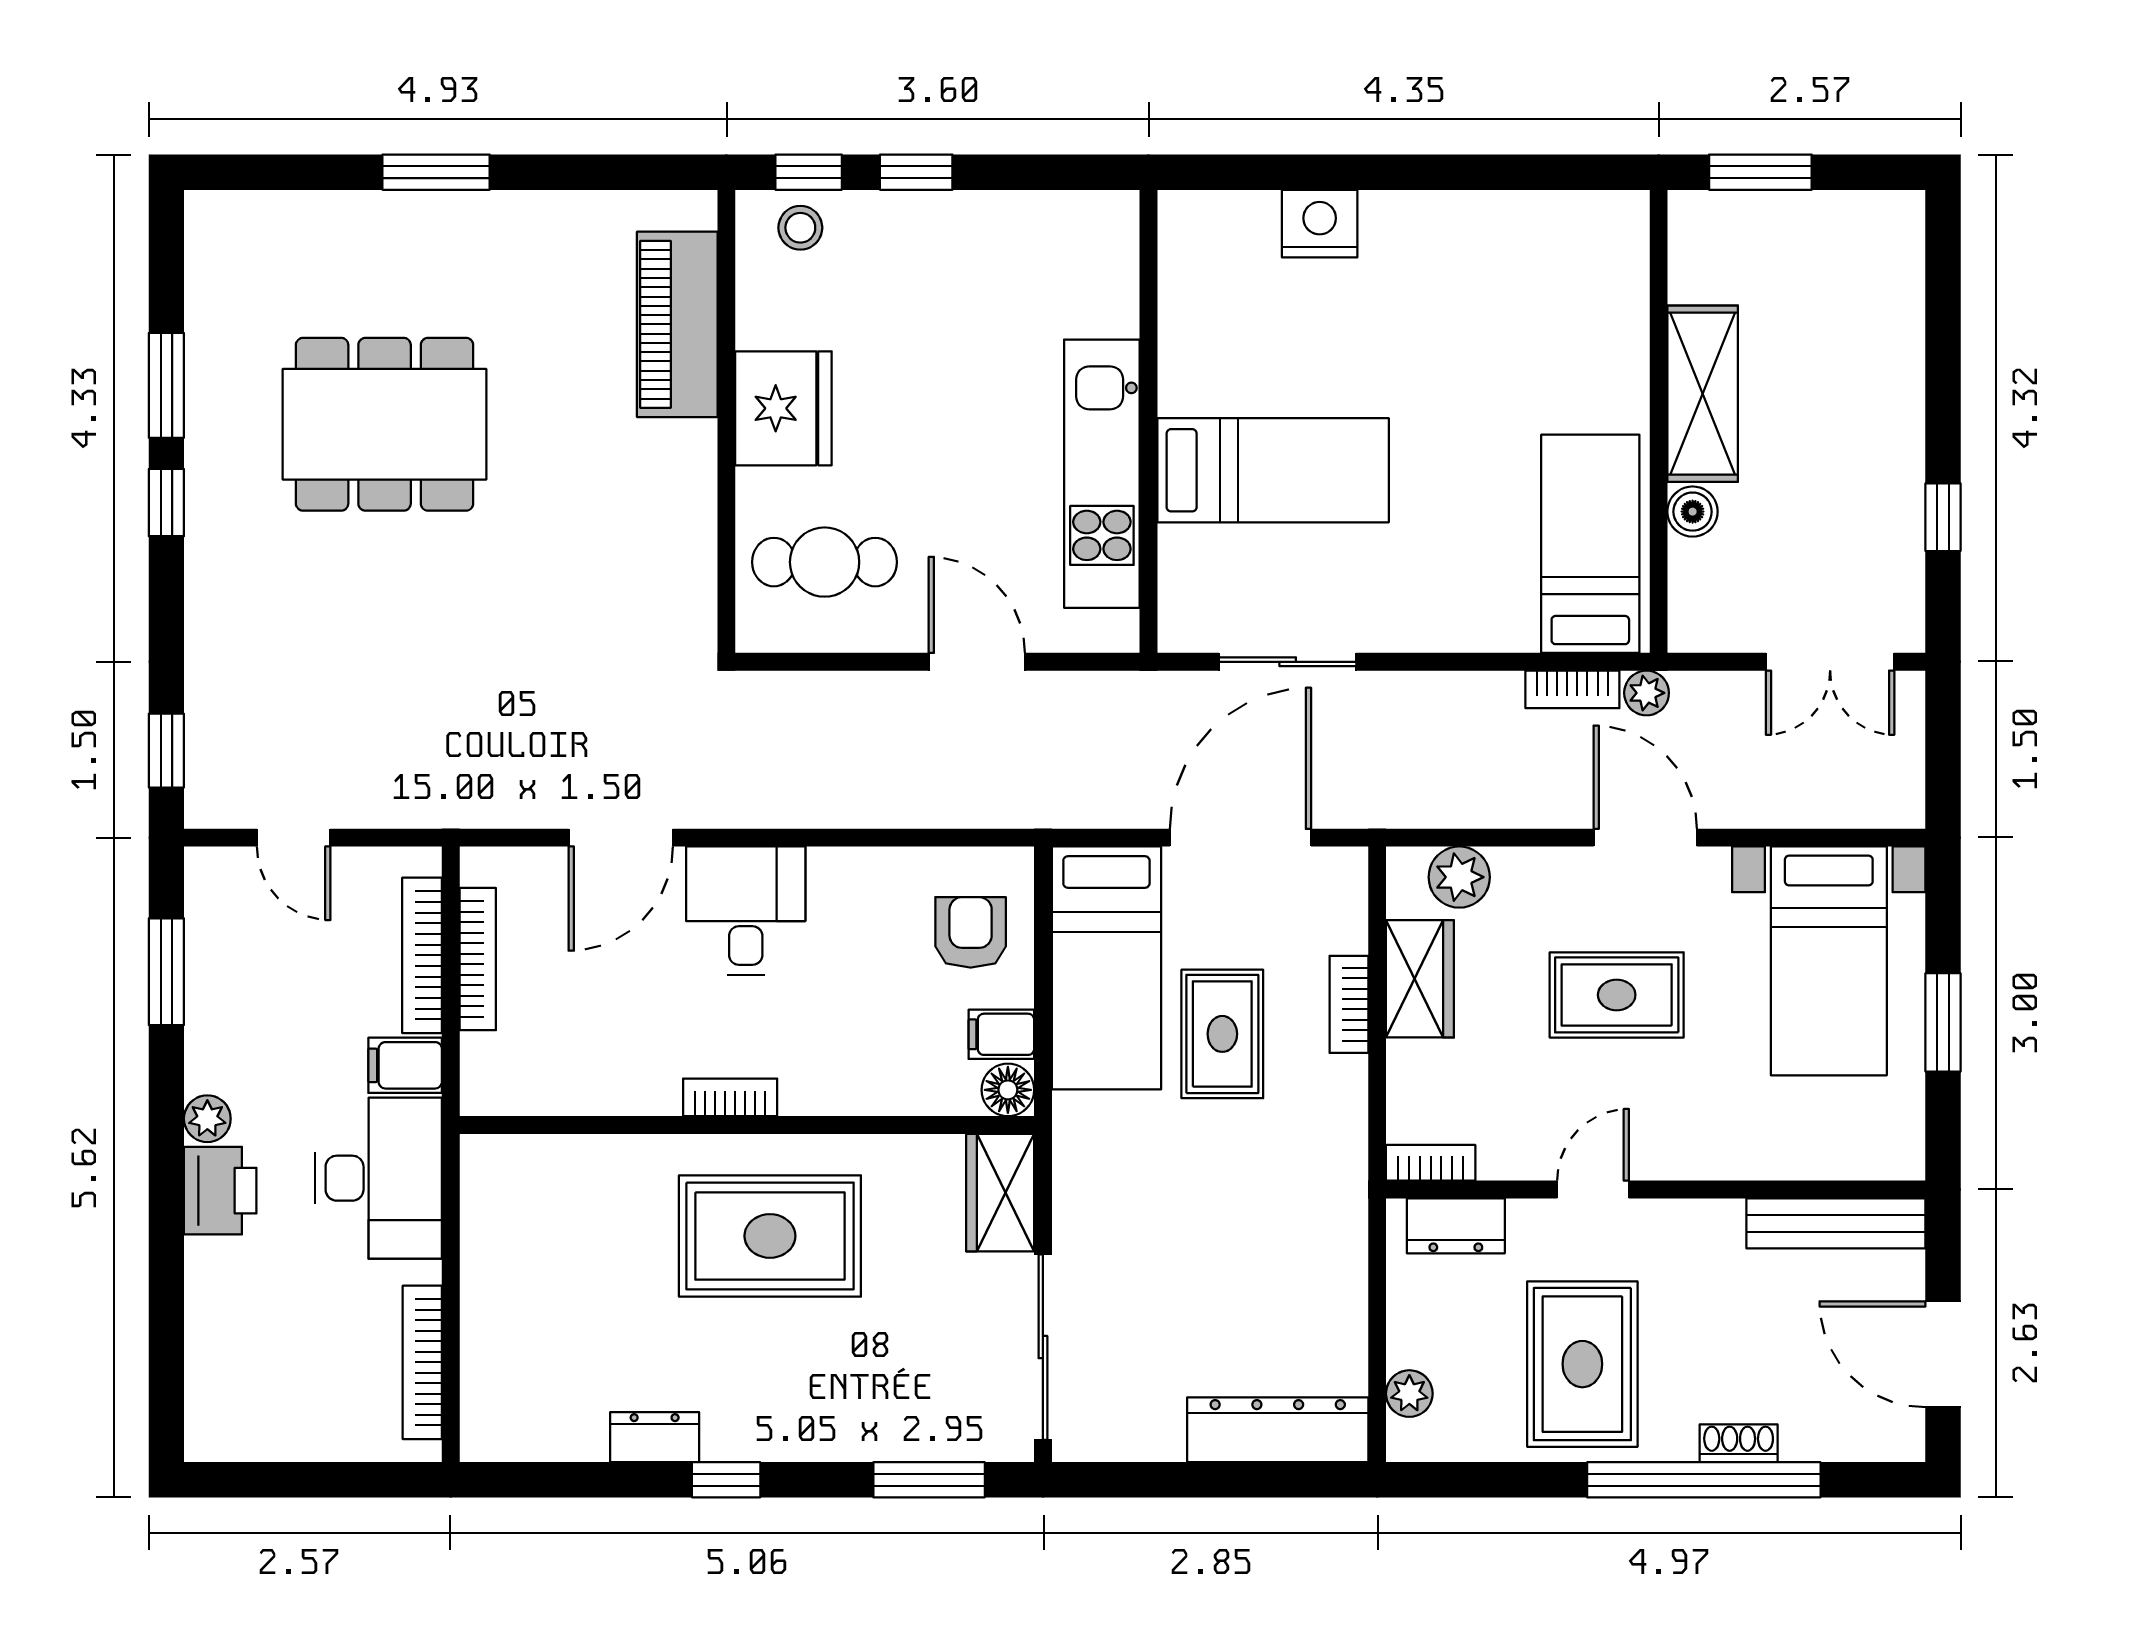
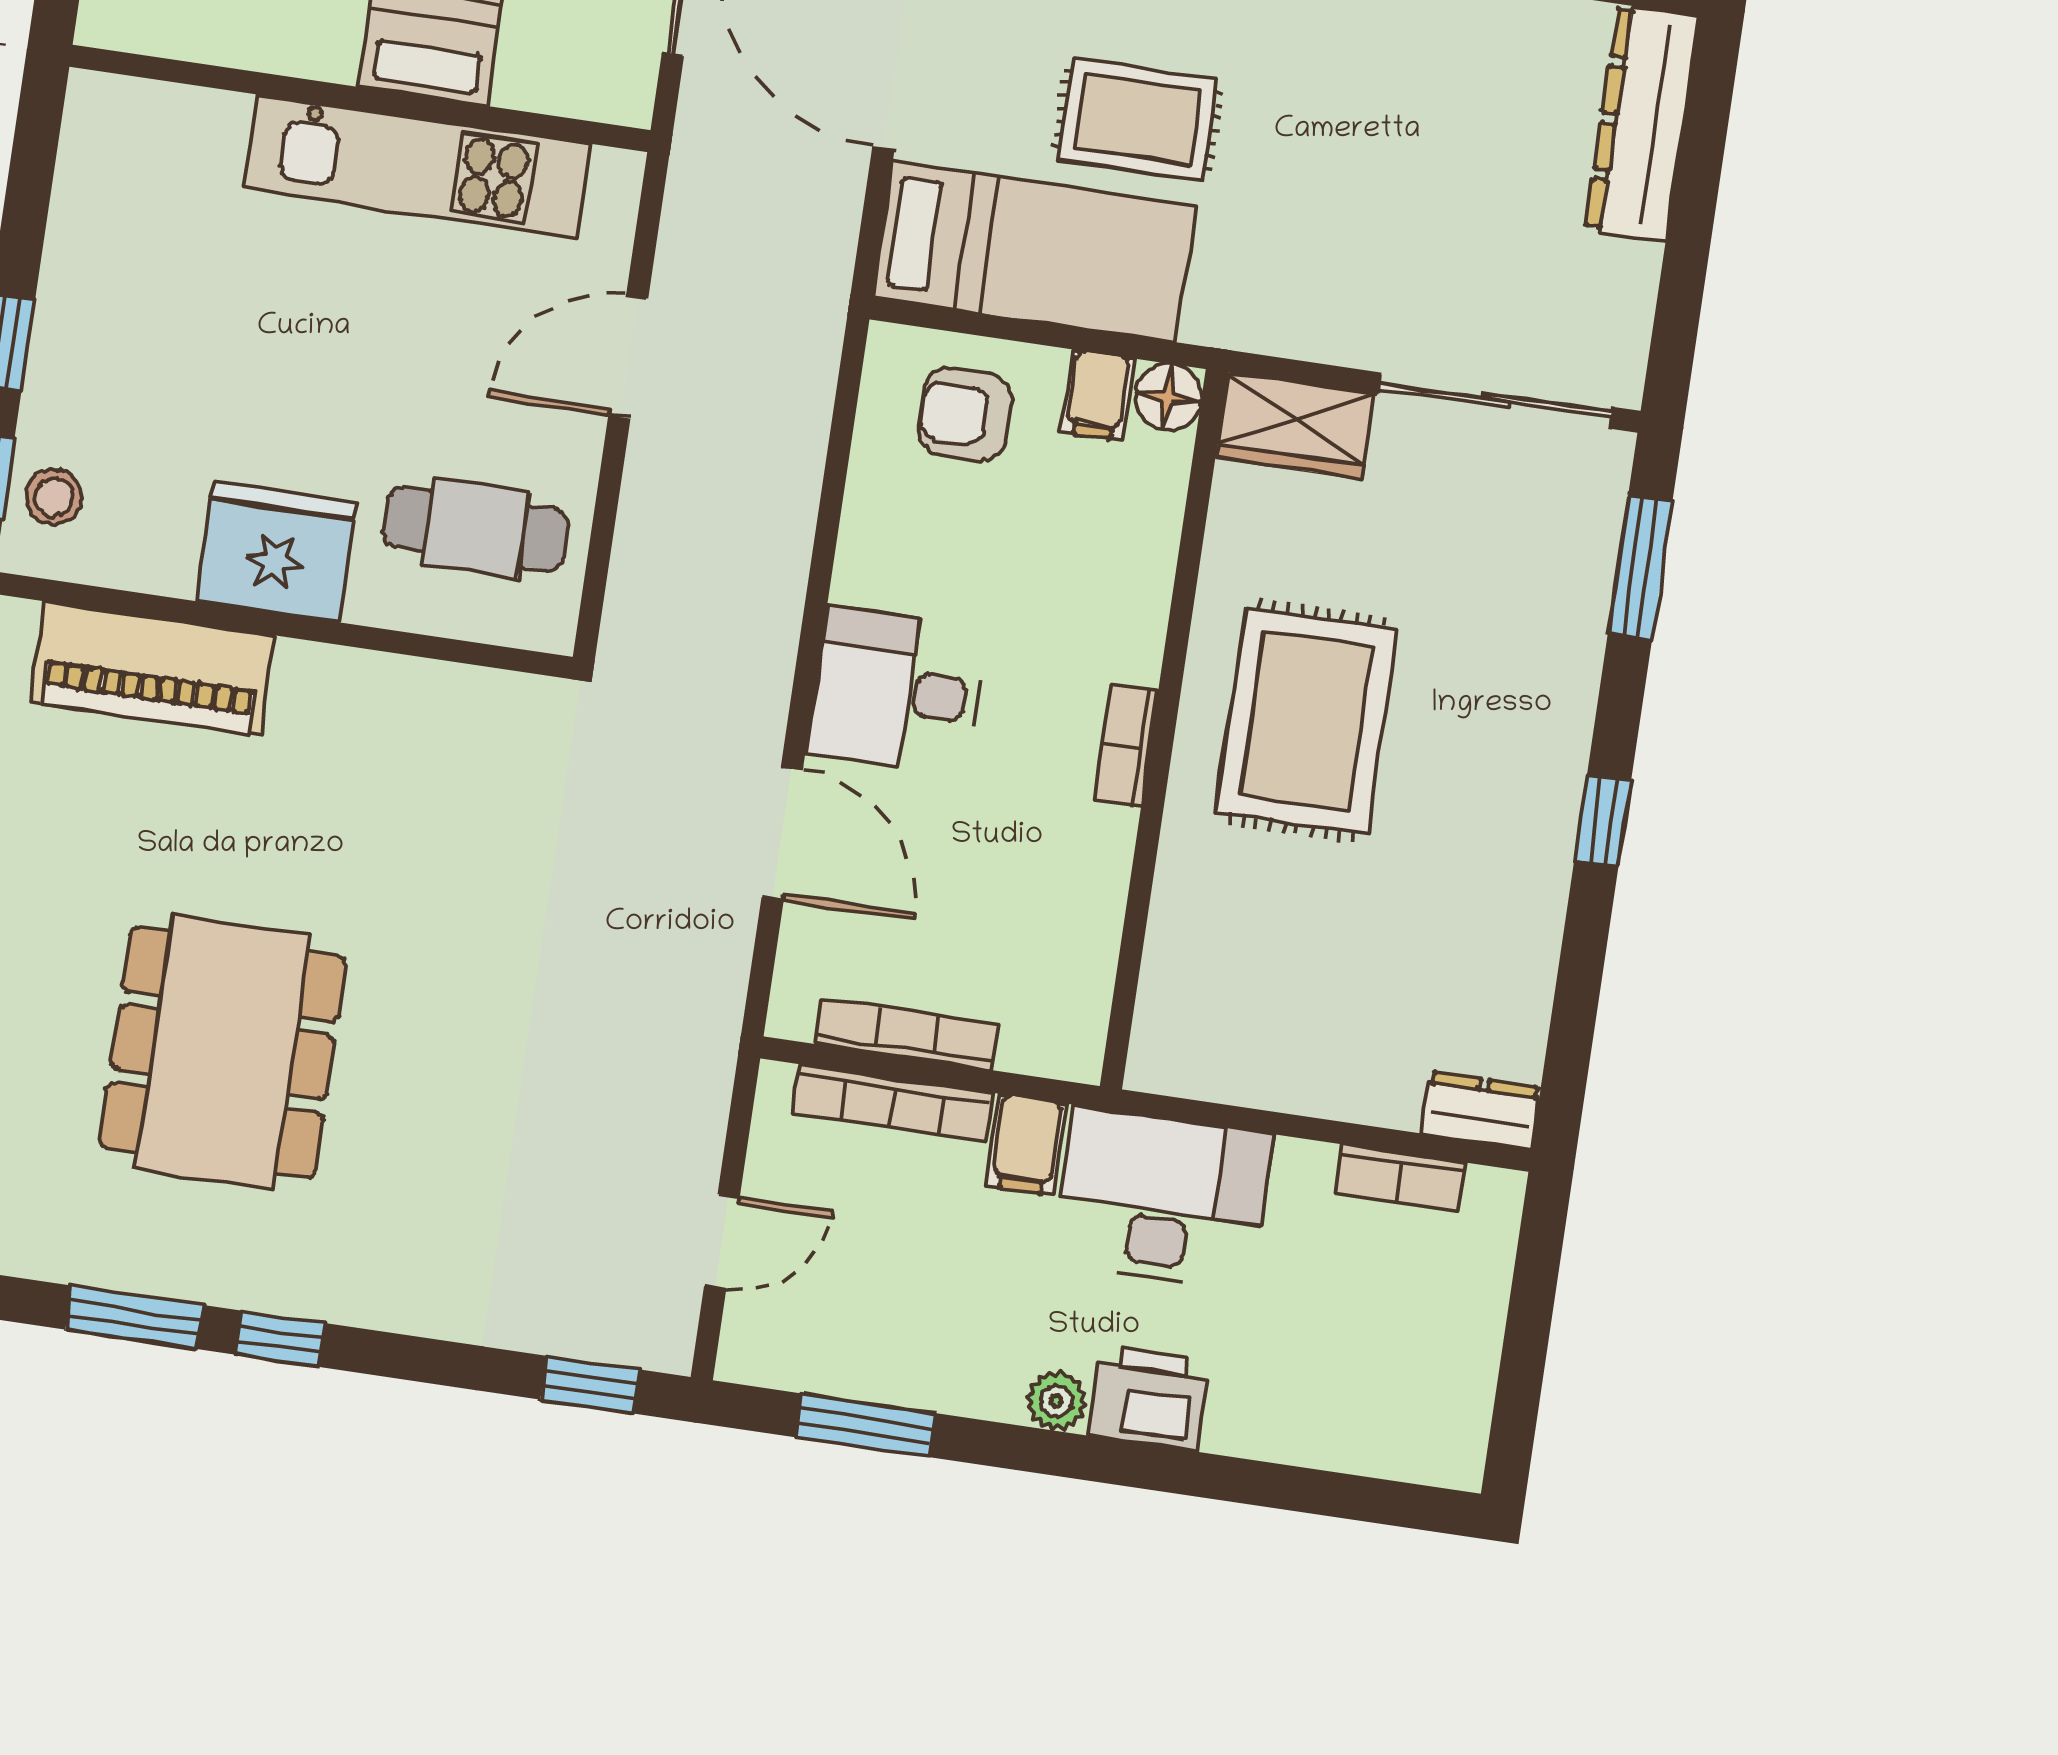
cafe table: (825, 562) -> (476, 529), turned 90
bookcase: (422, 1362) -> (1400, 1178), width x0.64
dresser: (655, 1437) -> (1481, 1110), moved, turned 90

